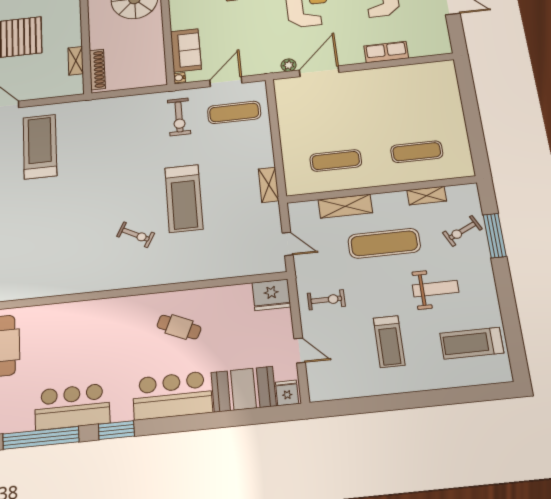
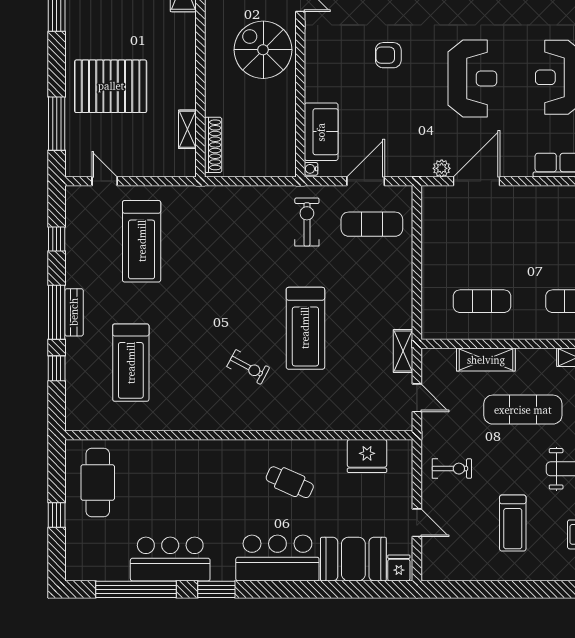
exercise bike: (179, 117) -> (307, 222), turned 180
treadmill: (40, 147) -> (142, 241), turned 180
shelving: (269, 185) -> (403, 351), moved
treadmill: (32, 242) -> (131, 363), added
fridge: (271, 295) -> (367, 456), moved

